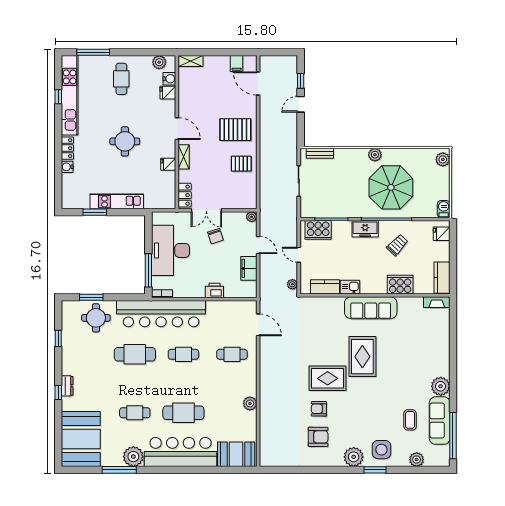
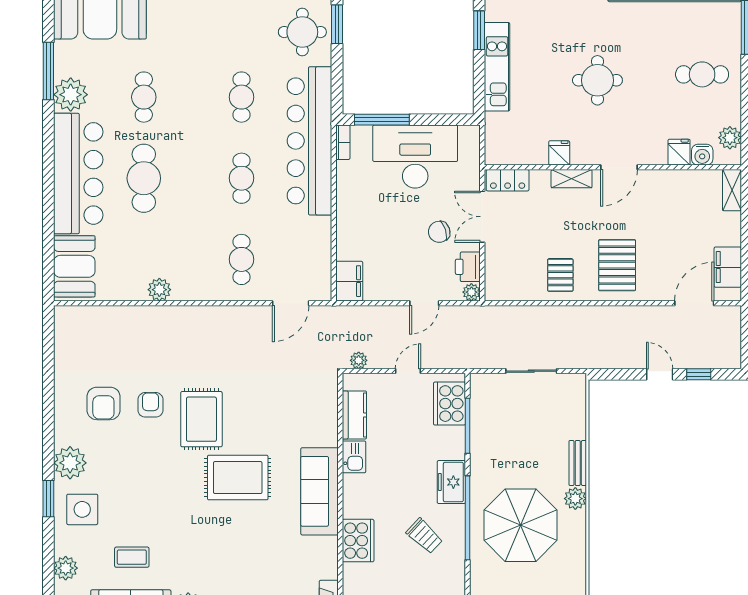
filing cabinet: (237, 63) -> (728, 267), width x2.00
bench: (320, 153) -> (578, 463), moved
filing cabinet: (249, 268) -> (349, 281), moved, turned 90
printer: (214, 290) -> (468, 267), moved, turned 180
cafe table: (135, 354) -> (242, 97), width x0.73, depth x0.74

